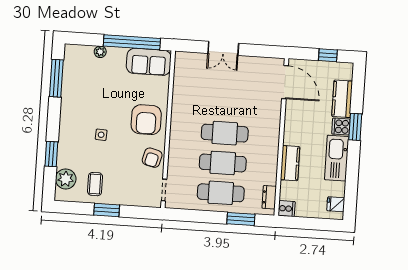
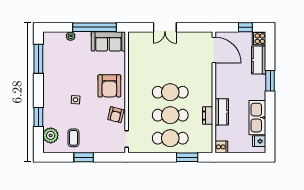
cooker: (341, 127) -> (259, 39), moved
kitchen sink: (337, 158) -> (257, 118), moved
dresser: (269, 197) -> (208, 116), moved

